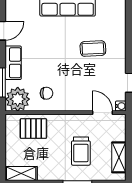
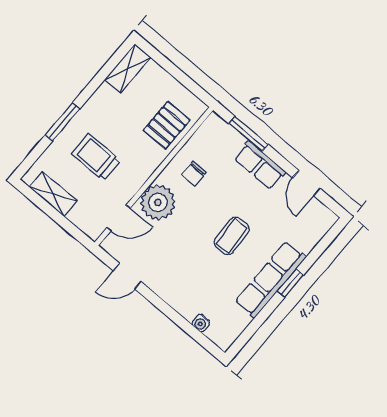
coffee table: (93, 48) -> (232, 236), moved
plant: (18, 99) -> (158, 202), moved
water cooler: (121, 106) -> (201, 323), moved

